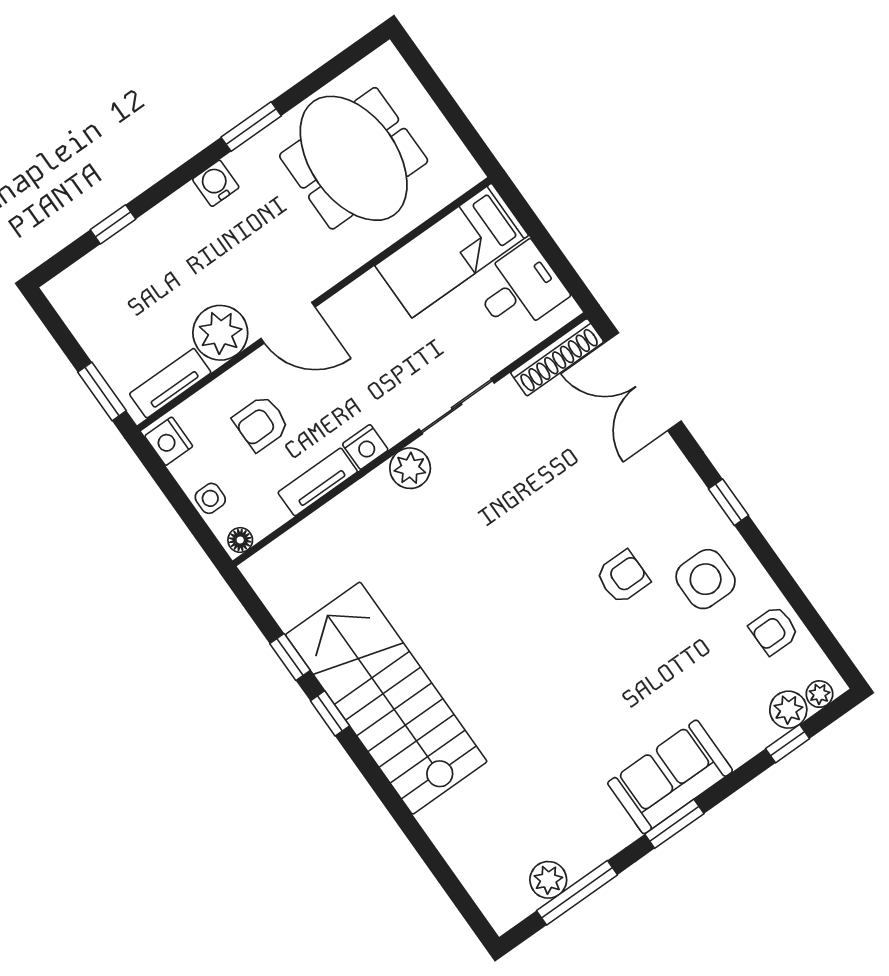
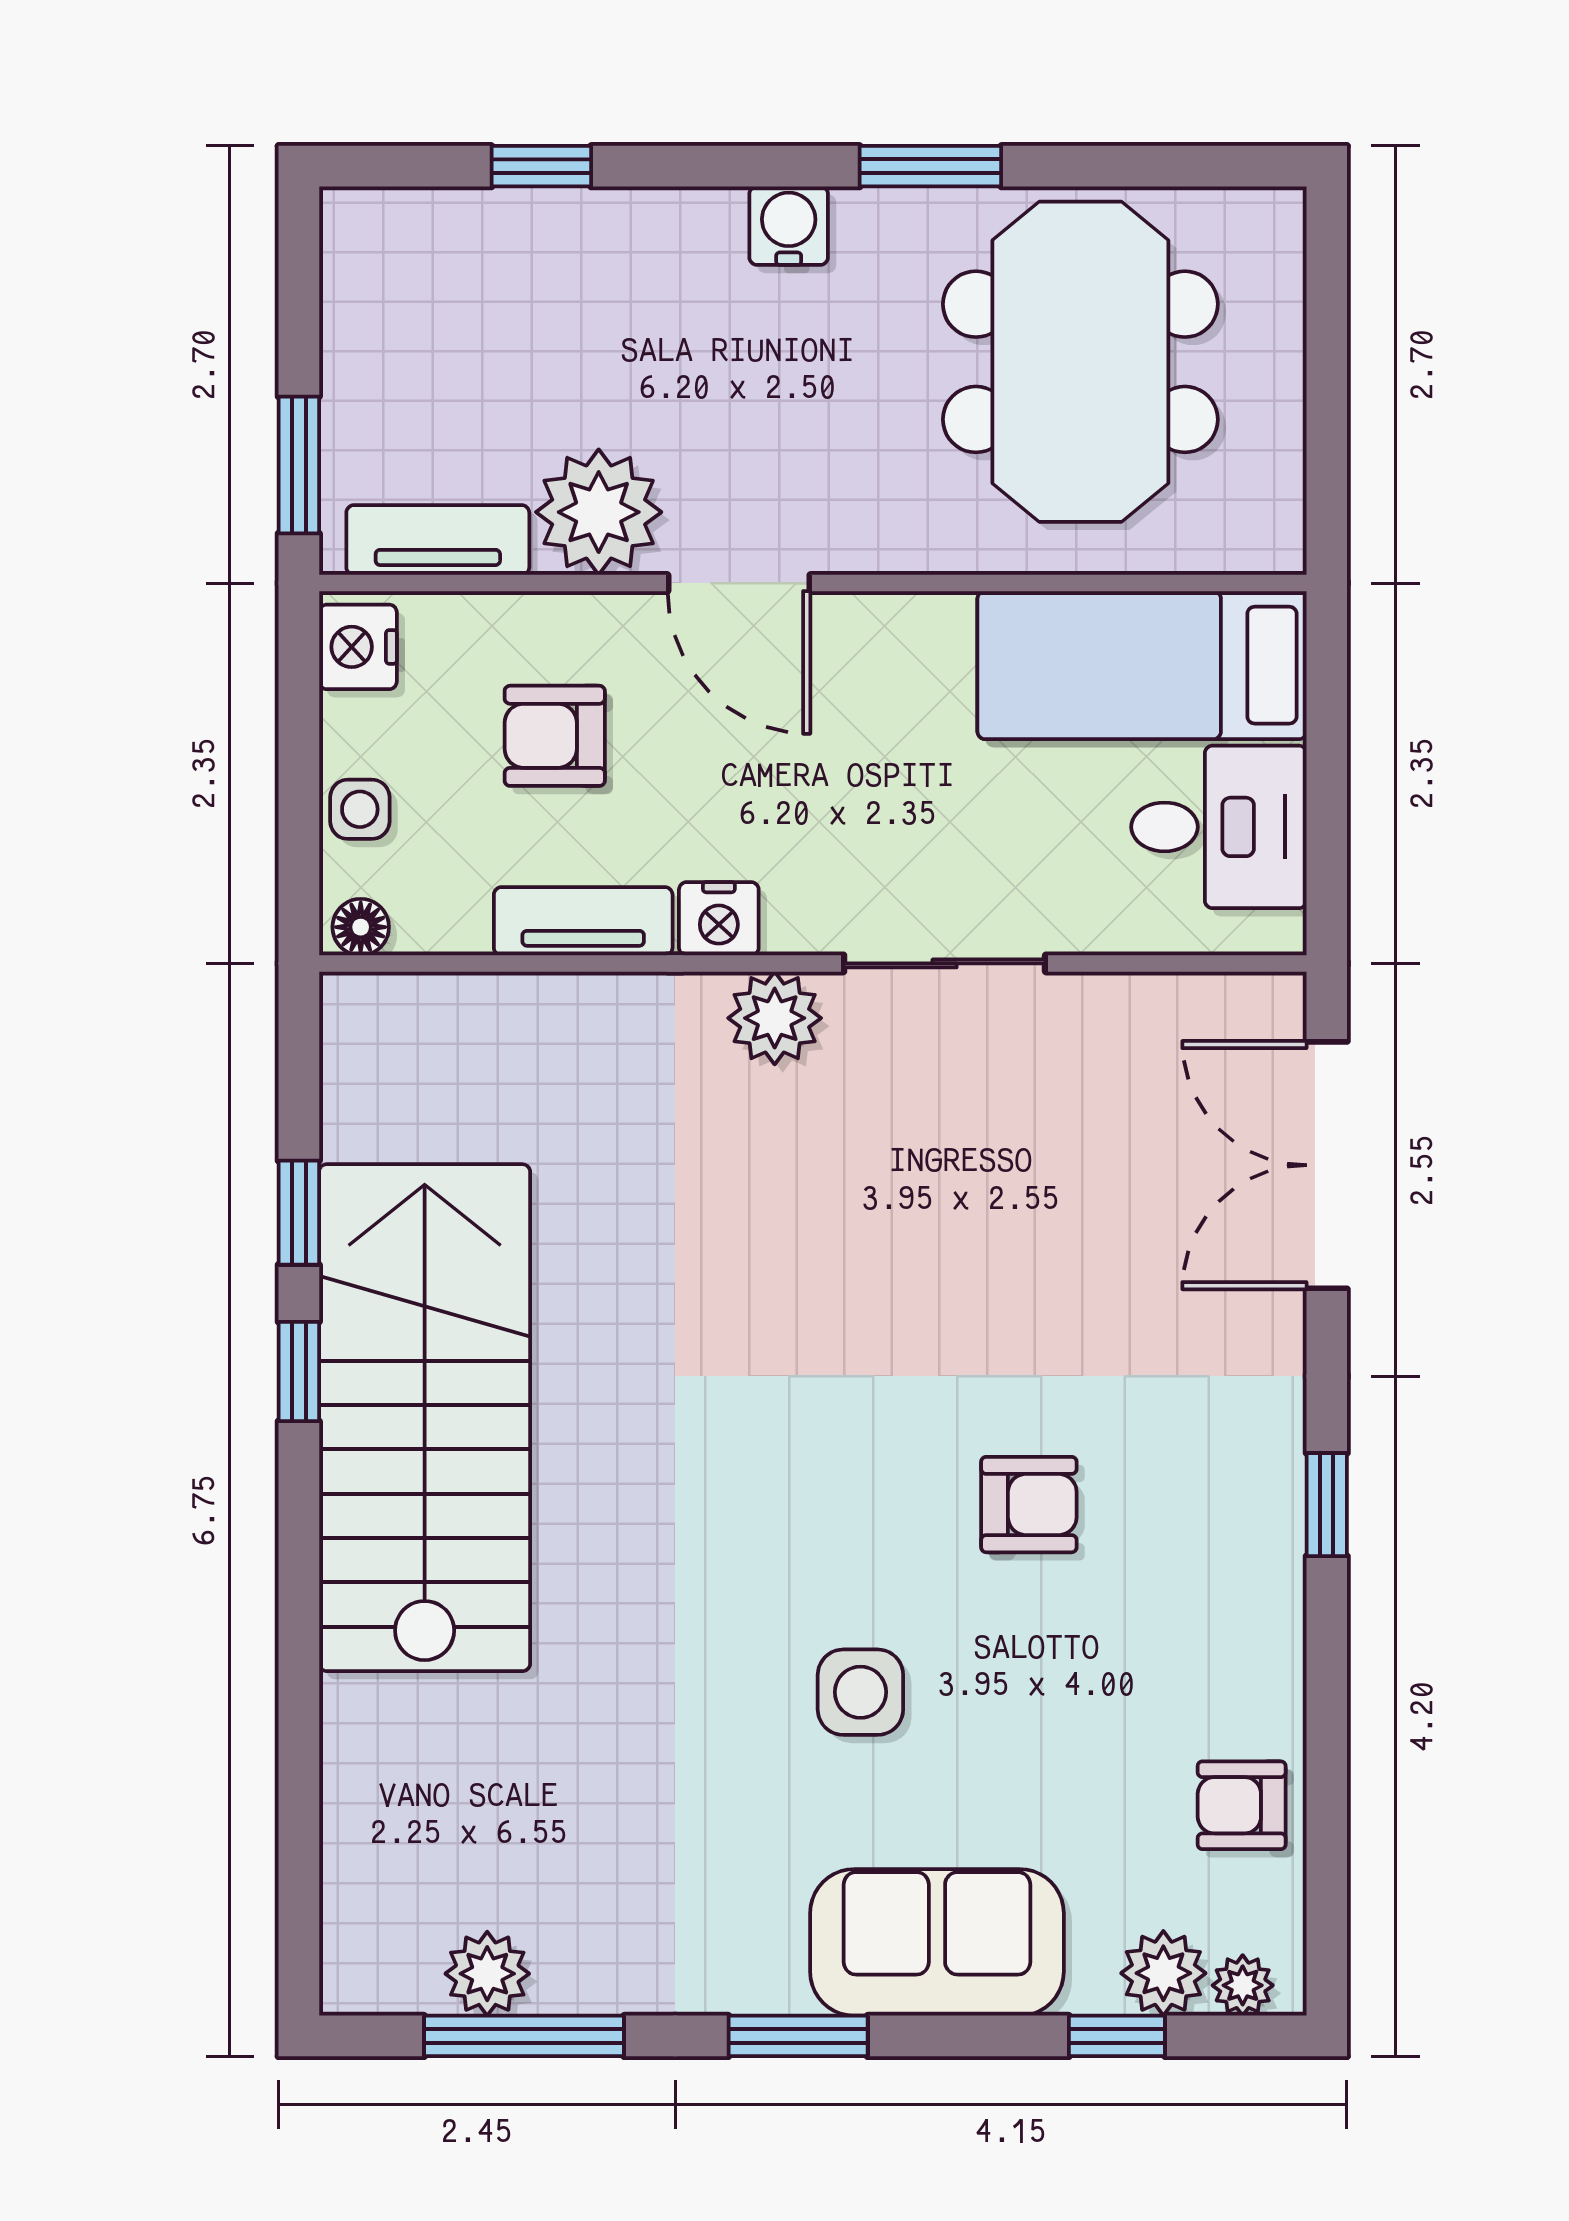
shoe rack: (557, 357) -> (1198, 1005), removed
side table: (706, 579) -> (860, 1692), moved, width x0.73, depth x0.73
sofa: (670, 777) -> (937, 1942), moved

